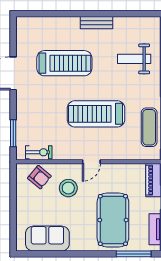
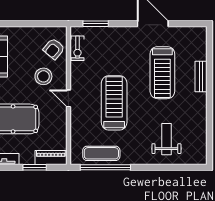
bench: (96, 23) -> (201, 77), moved

